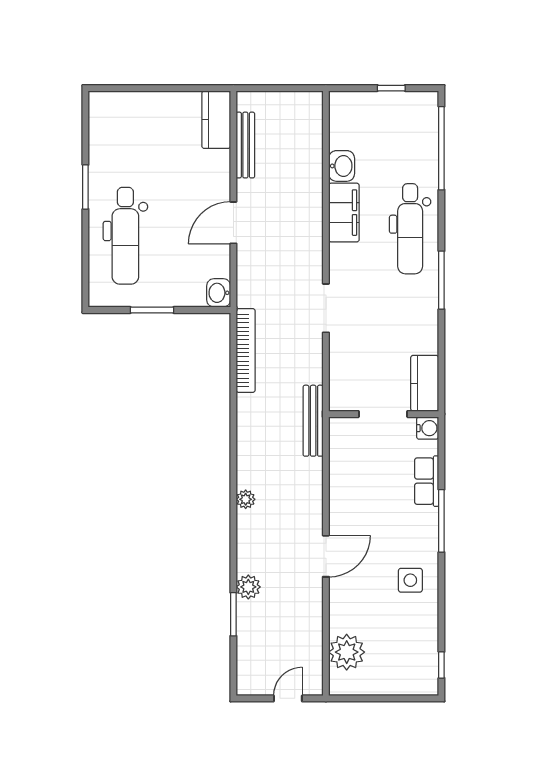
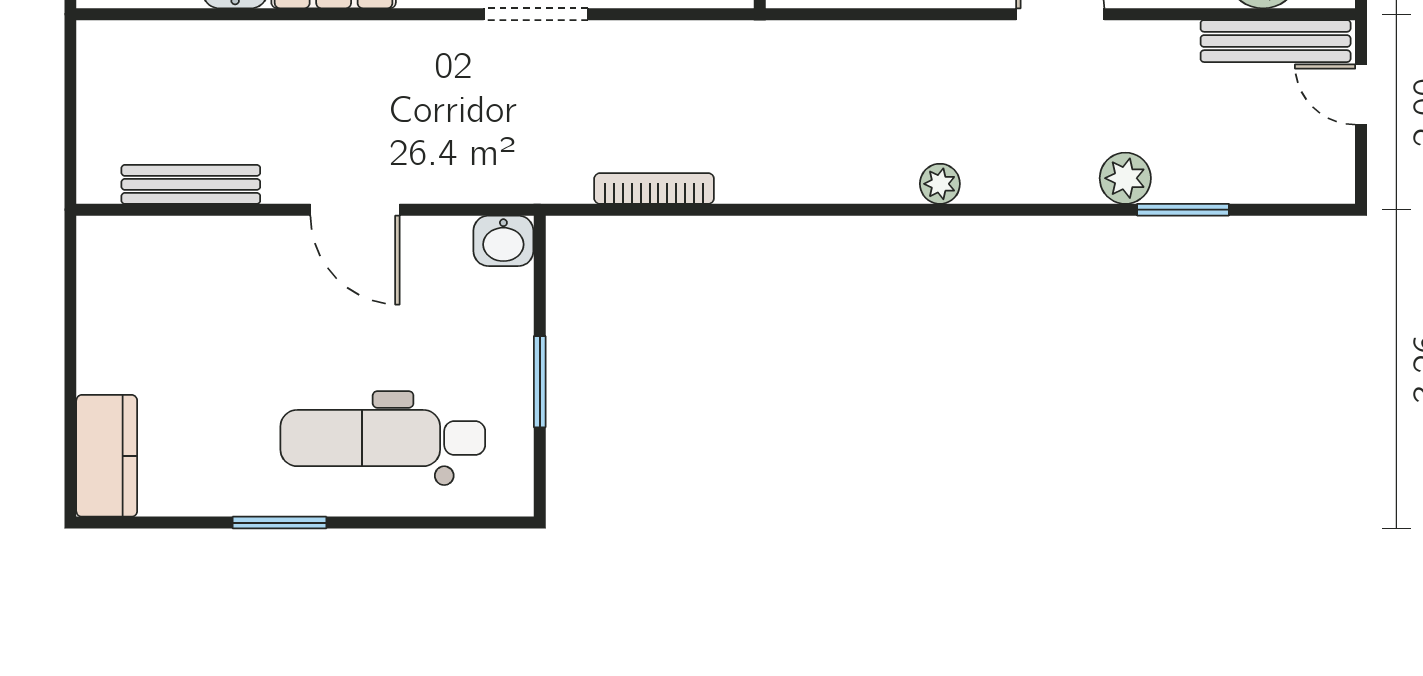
kitchen counter: (216, 120) -> (107, 456), moved, turned -90
dental chair: (125, 236) -> (383, 438), turned 180
bookcase: (246, 350) -> (654, 188), width x0.68, depth x0.76
bench: (313, 421) -> (1276, 41), moved

